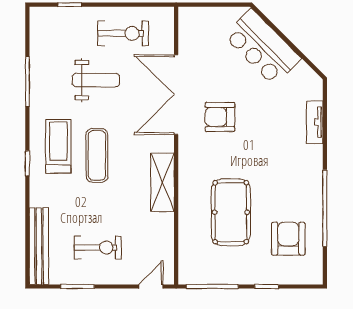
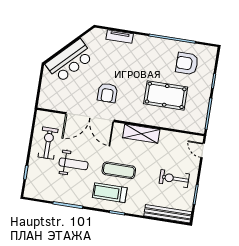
weight bench: (96, 80) -> (73, 164), turned 90
exercise bike: (98, 247) -> (174, 179), turned -90

